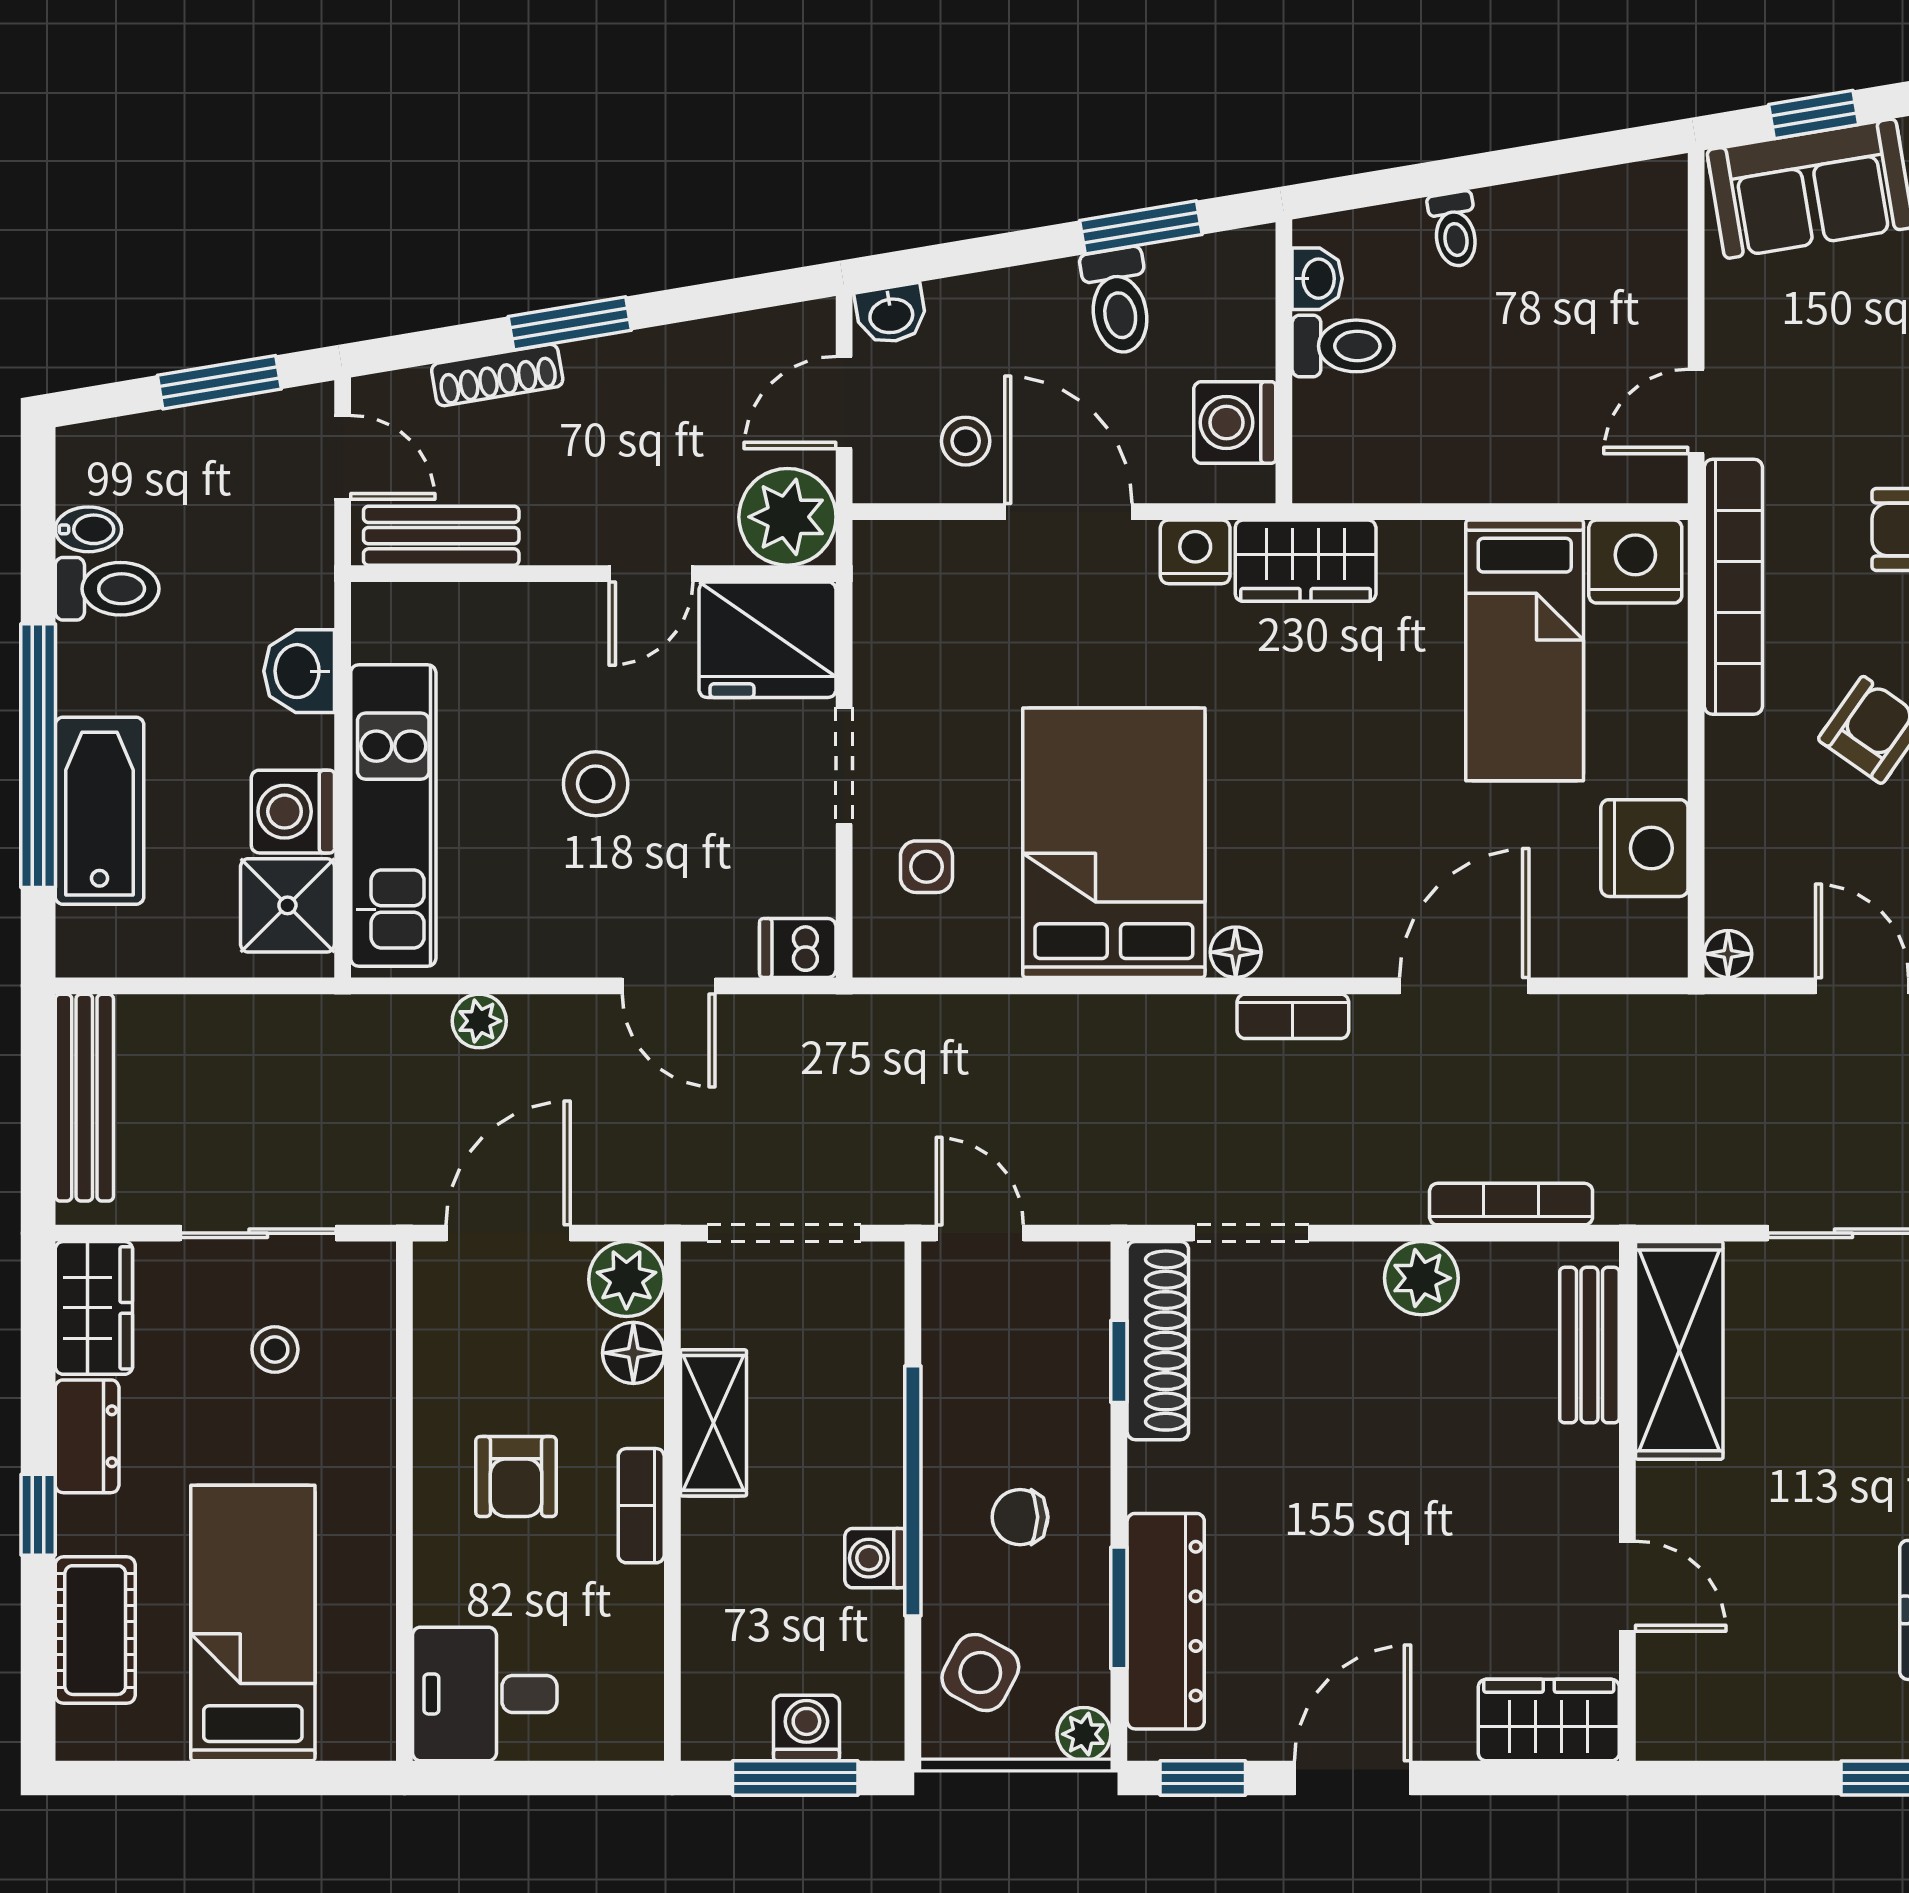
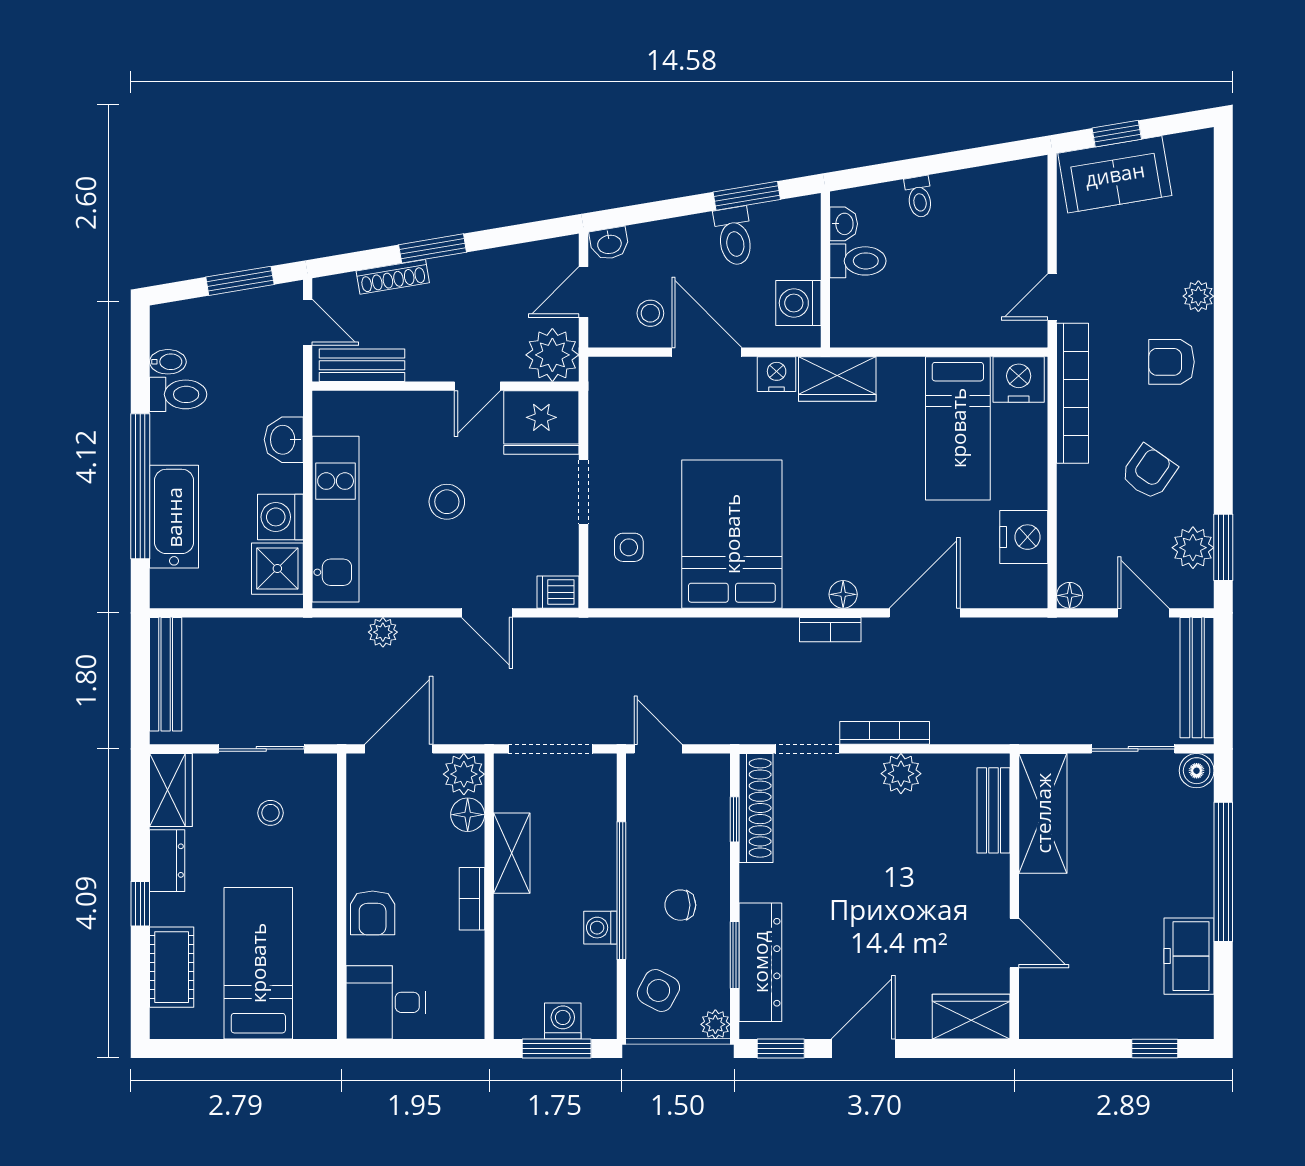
floor lamp: (1236, 952) -> (843, 594), moved
bookcase: (1511, 1204) -> (885, 733), moved
armchair: (516, 1477) -> (373, 913), moved

